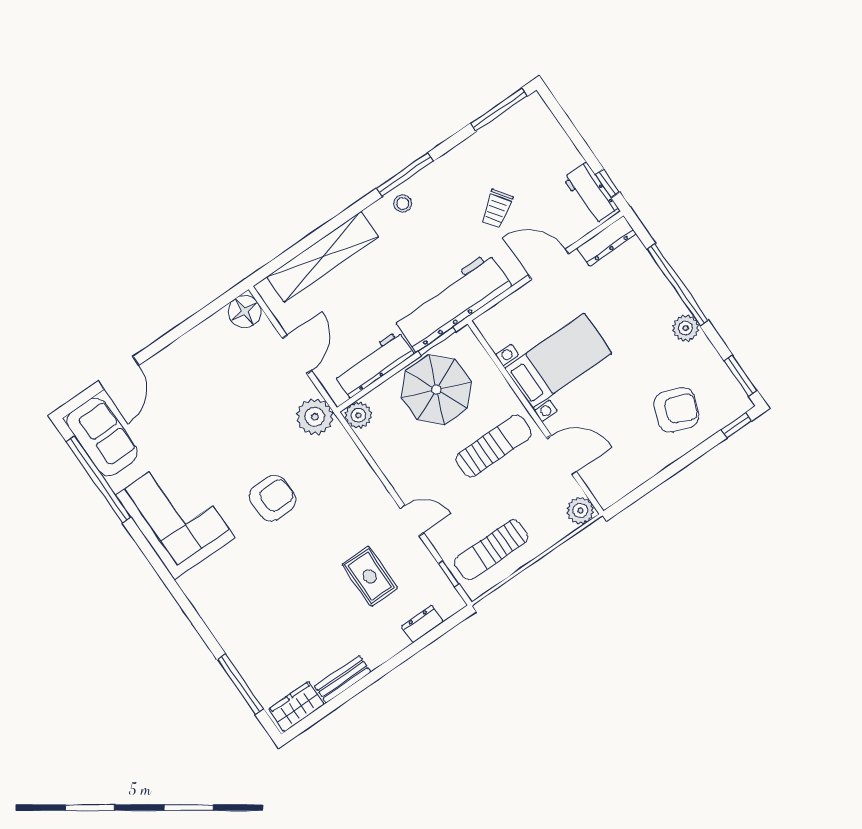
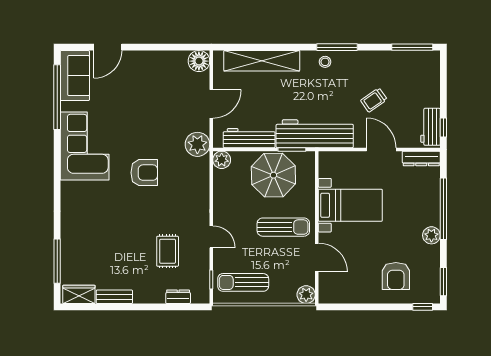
armchair: (676, 410) -> (396, 276), turned 69

